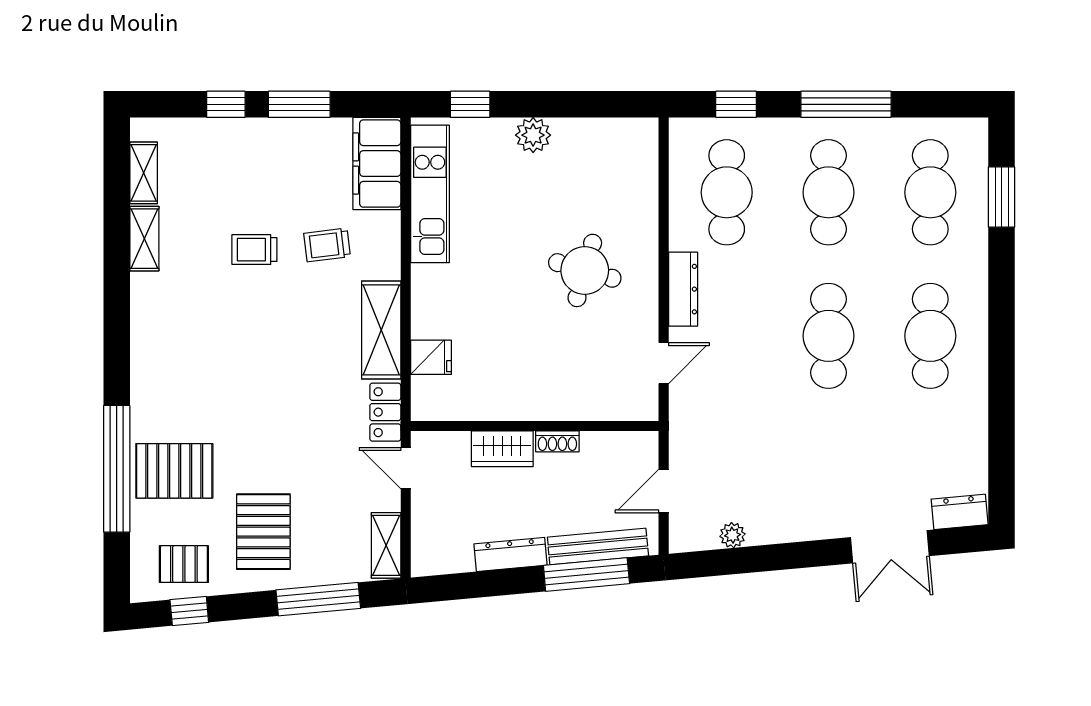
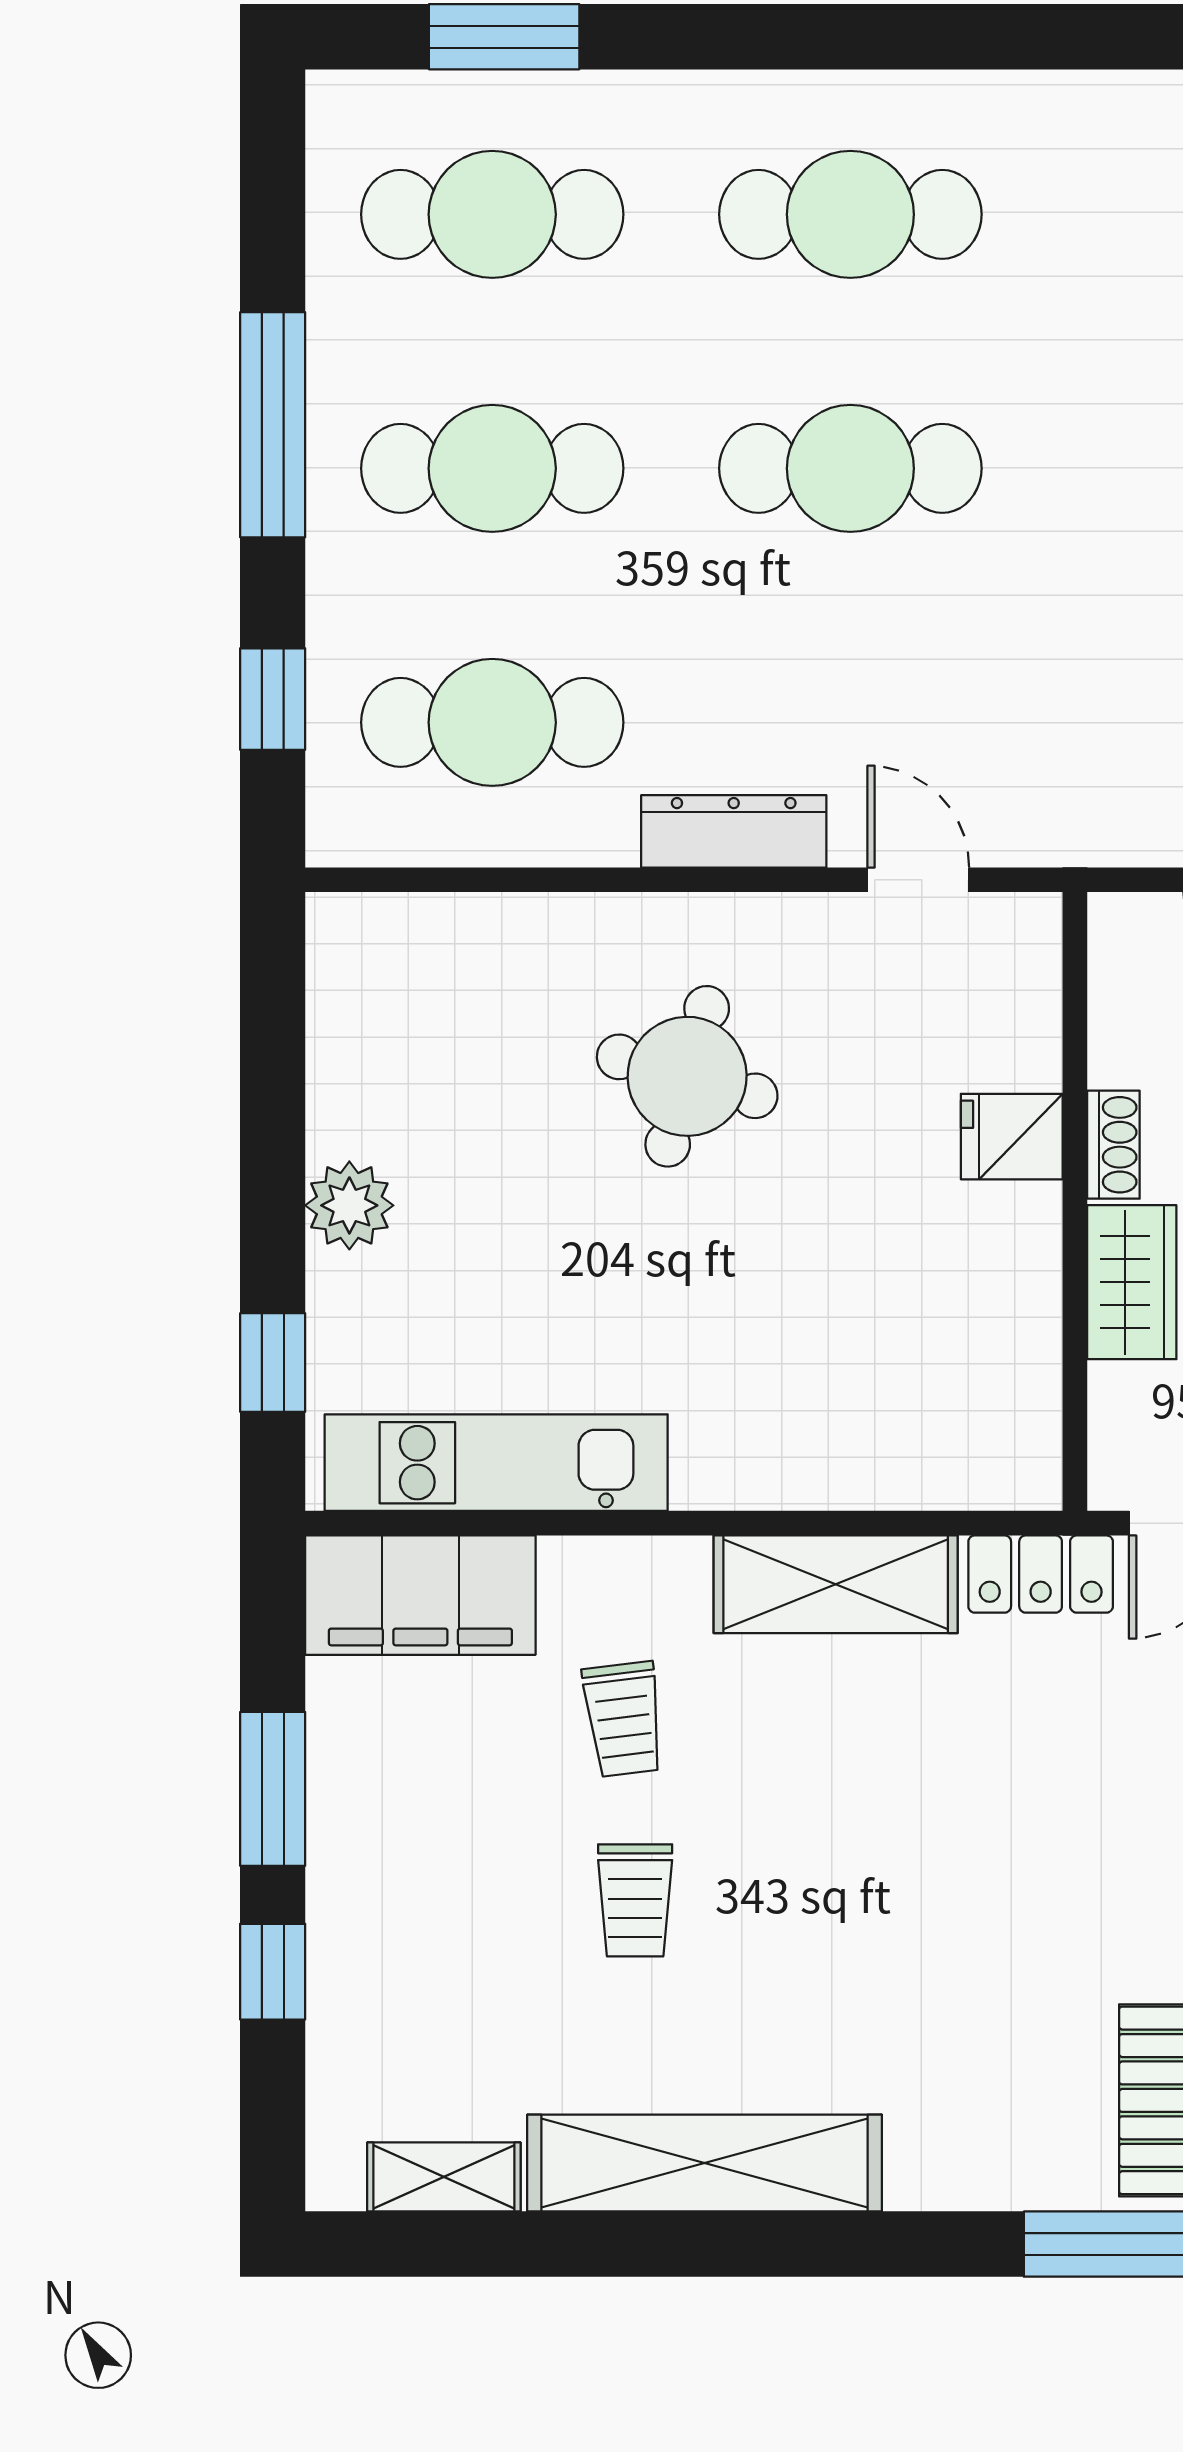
shelving: (144, 239) -> (705, 2163), width x2.20, depth x1.33
fridge: (431, 357) -> (1012, 1137), moved, turned -90

